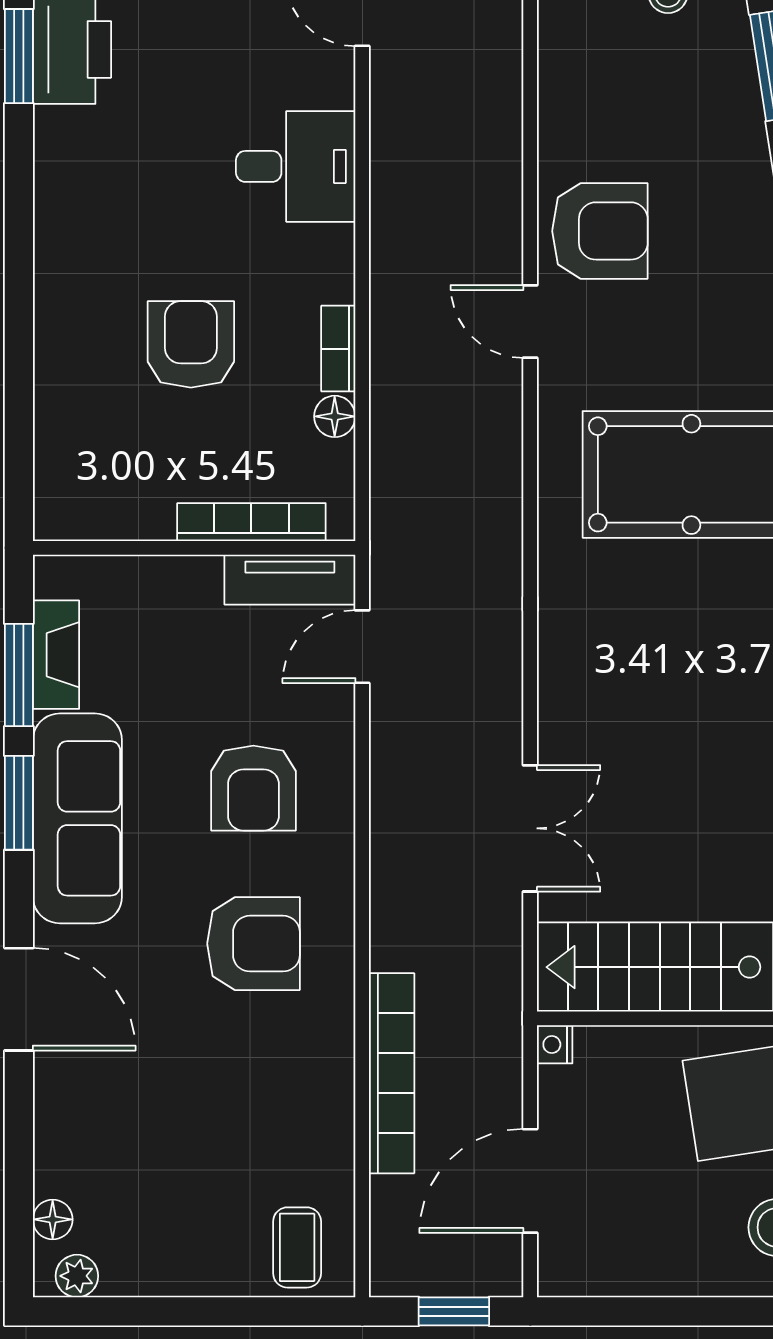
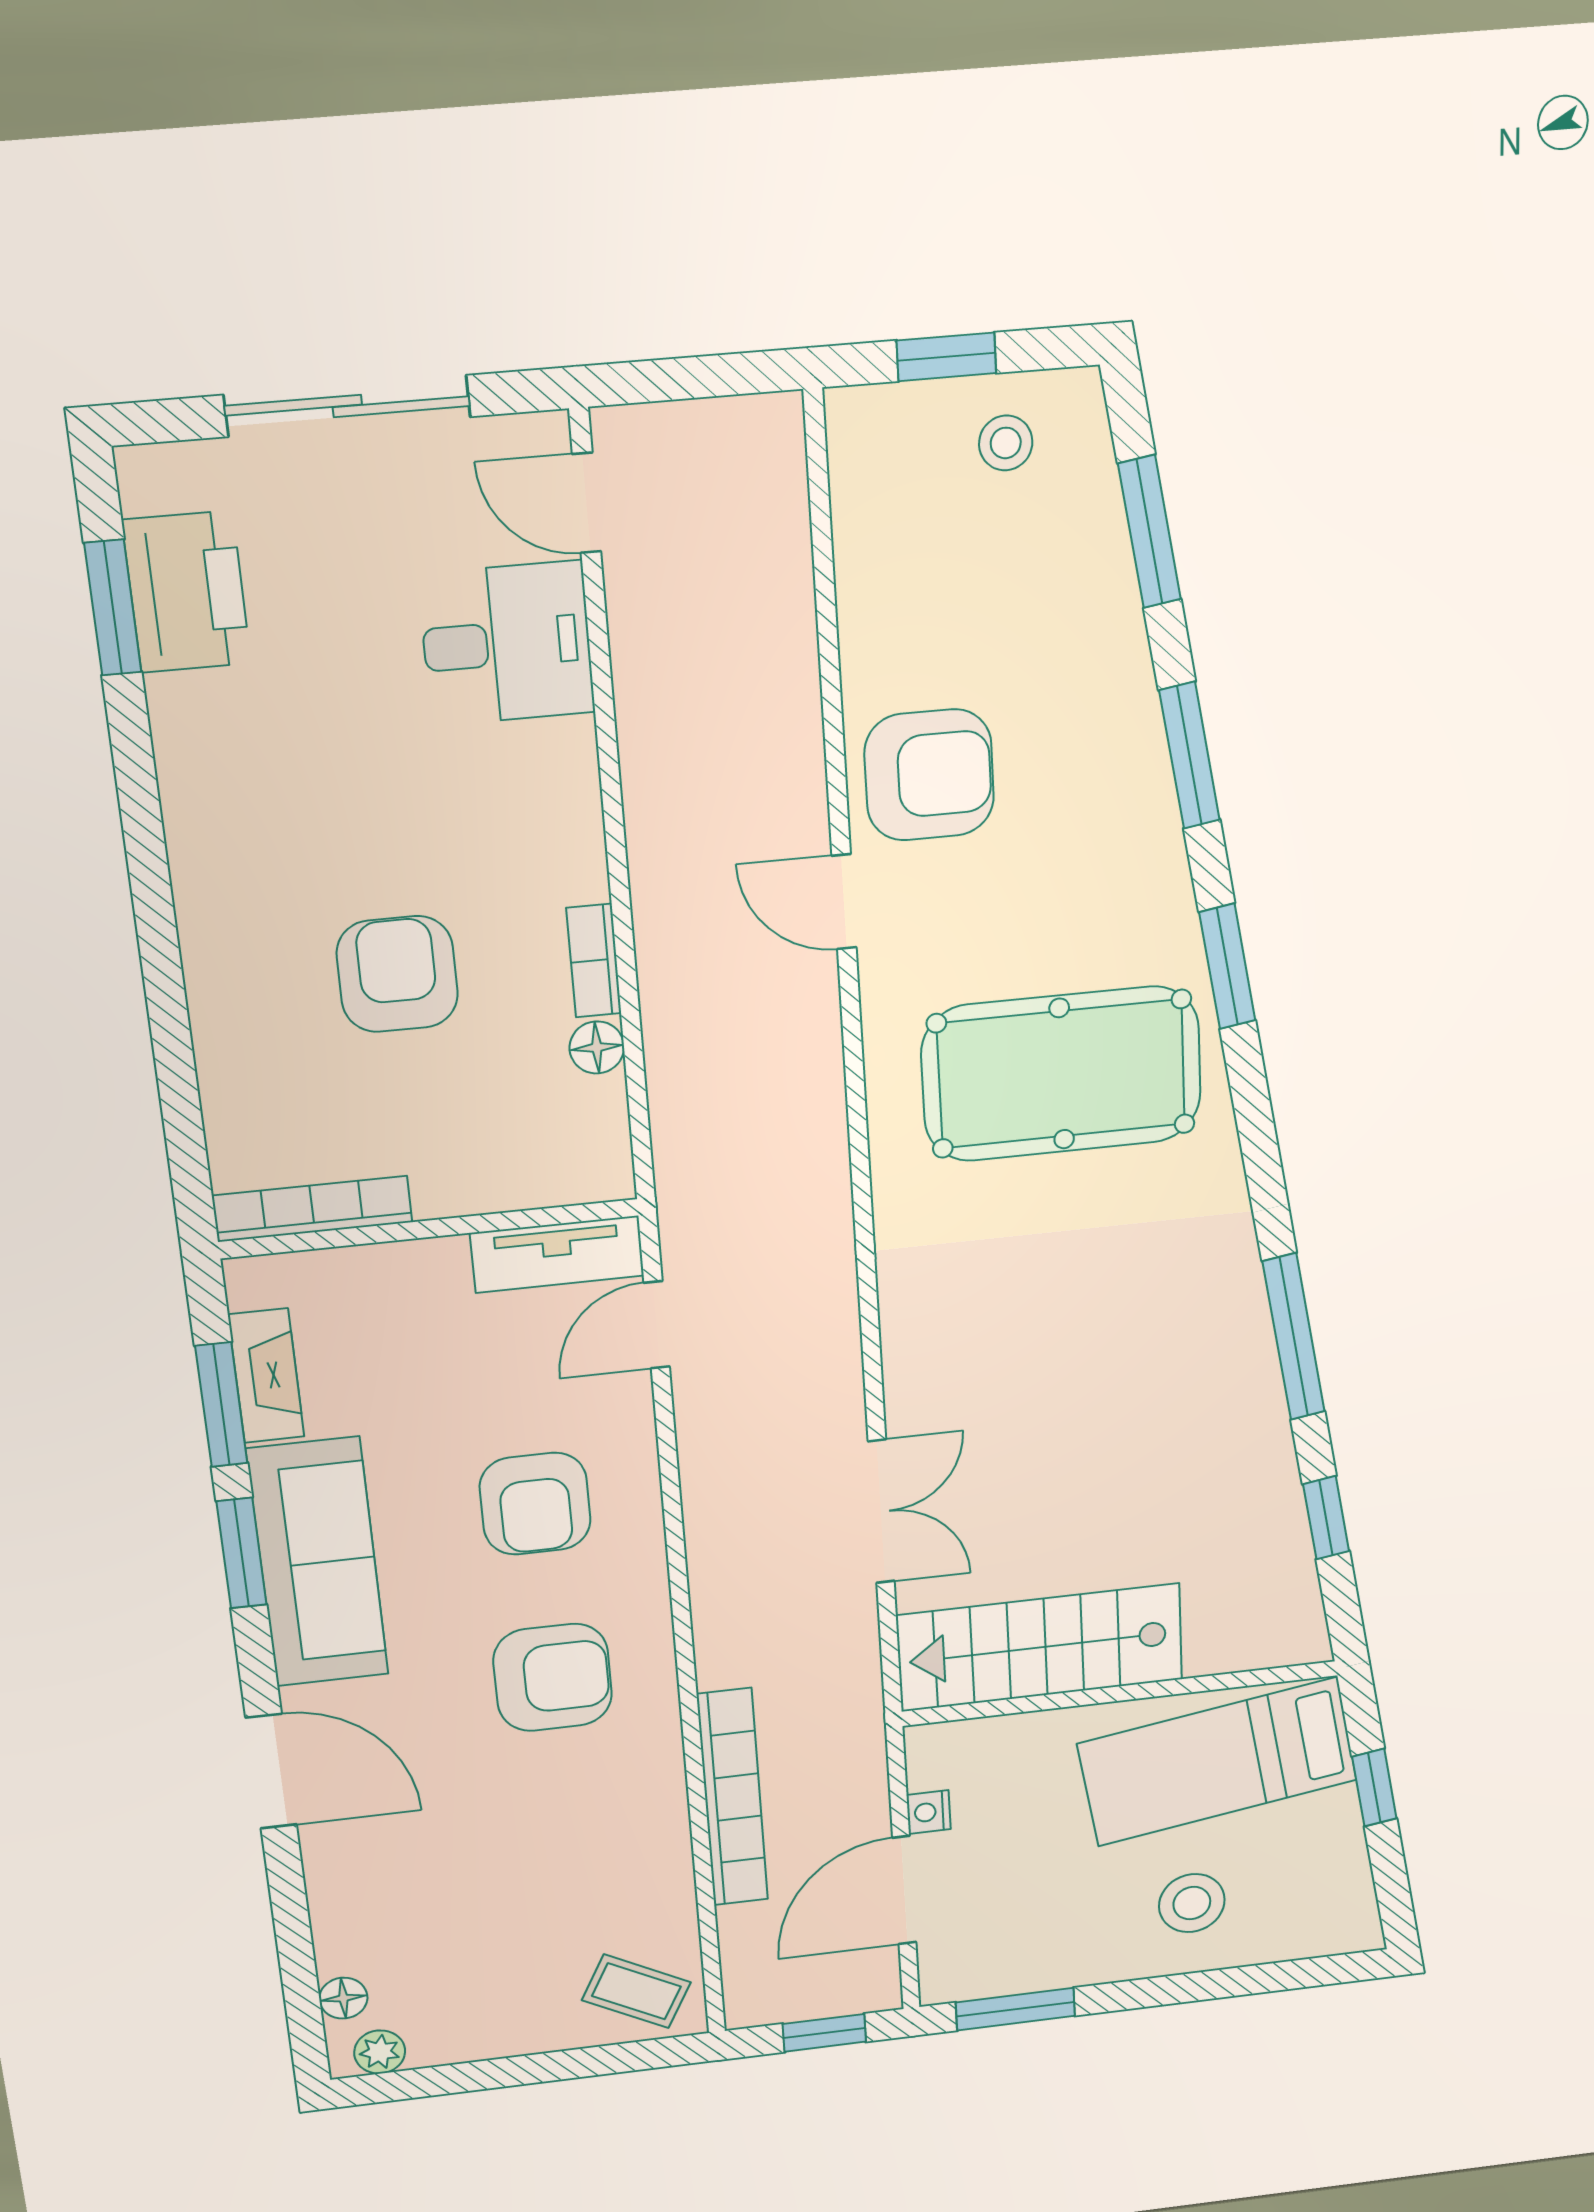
desk: (296, 166) -> (507, 643), moved
bookcase: (251, 522) -> (312, 1209), moved
nightstand: (555, 1045) -> (929, 1812), moved
coffee table: (297, 1247) -> (636, 1991), turned -62
window: (620, 1311) -> (1015, 2009), added

